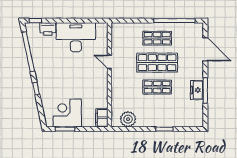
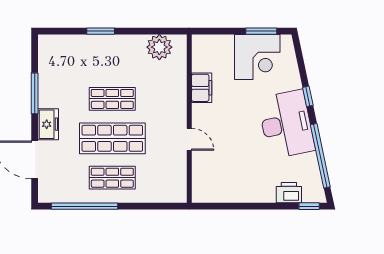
desk: (76, 37) -> (286, 124), moved, turned -102
freezer: (197, 90) -> (48, 124), moved
filing cabinet: (102, 118) -> (202, 88), moved

